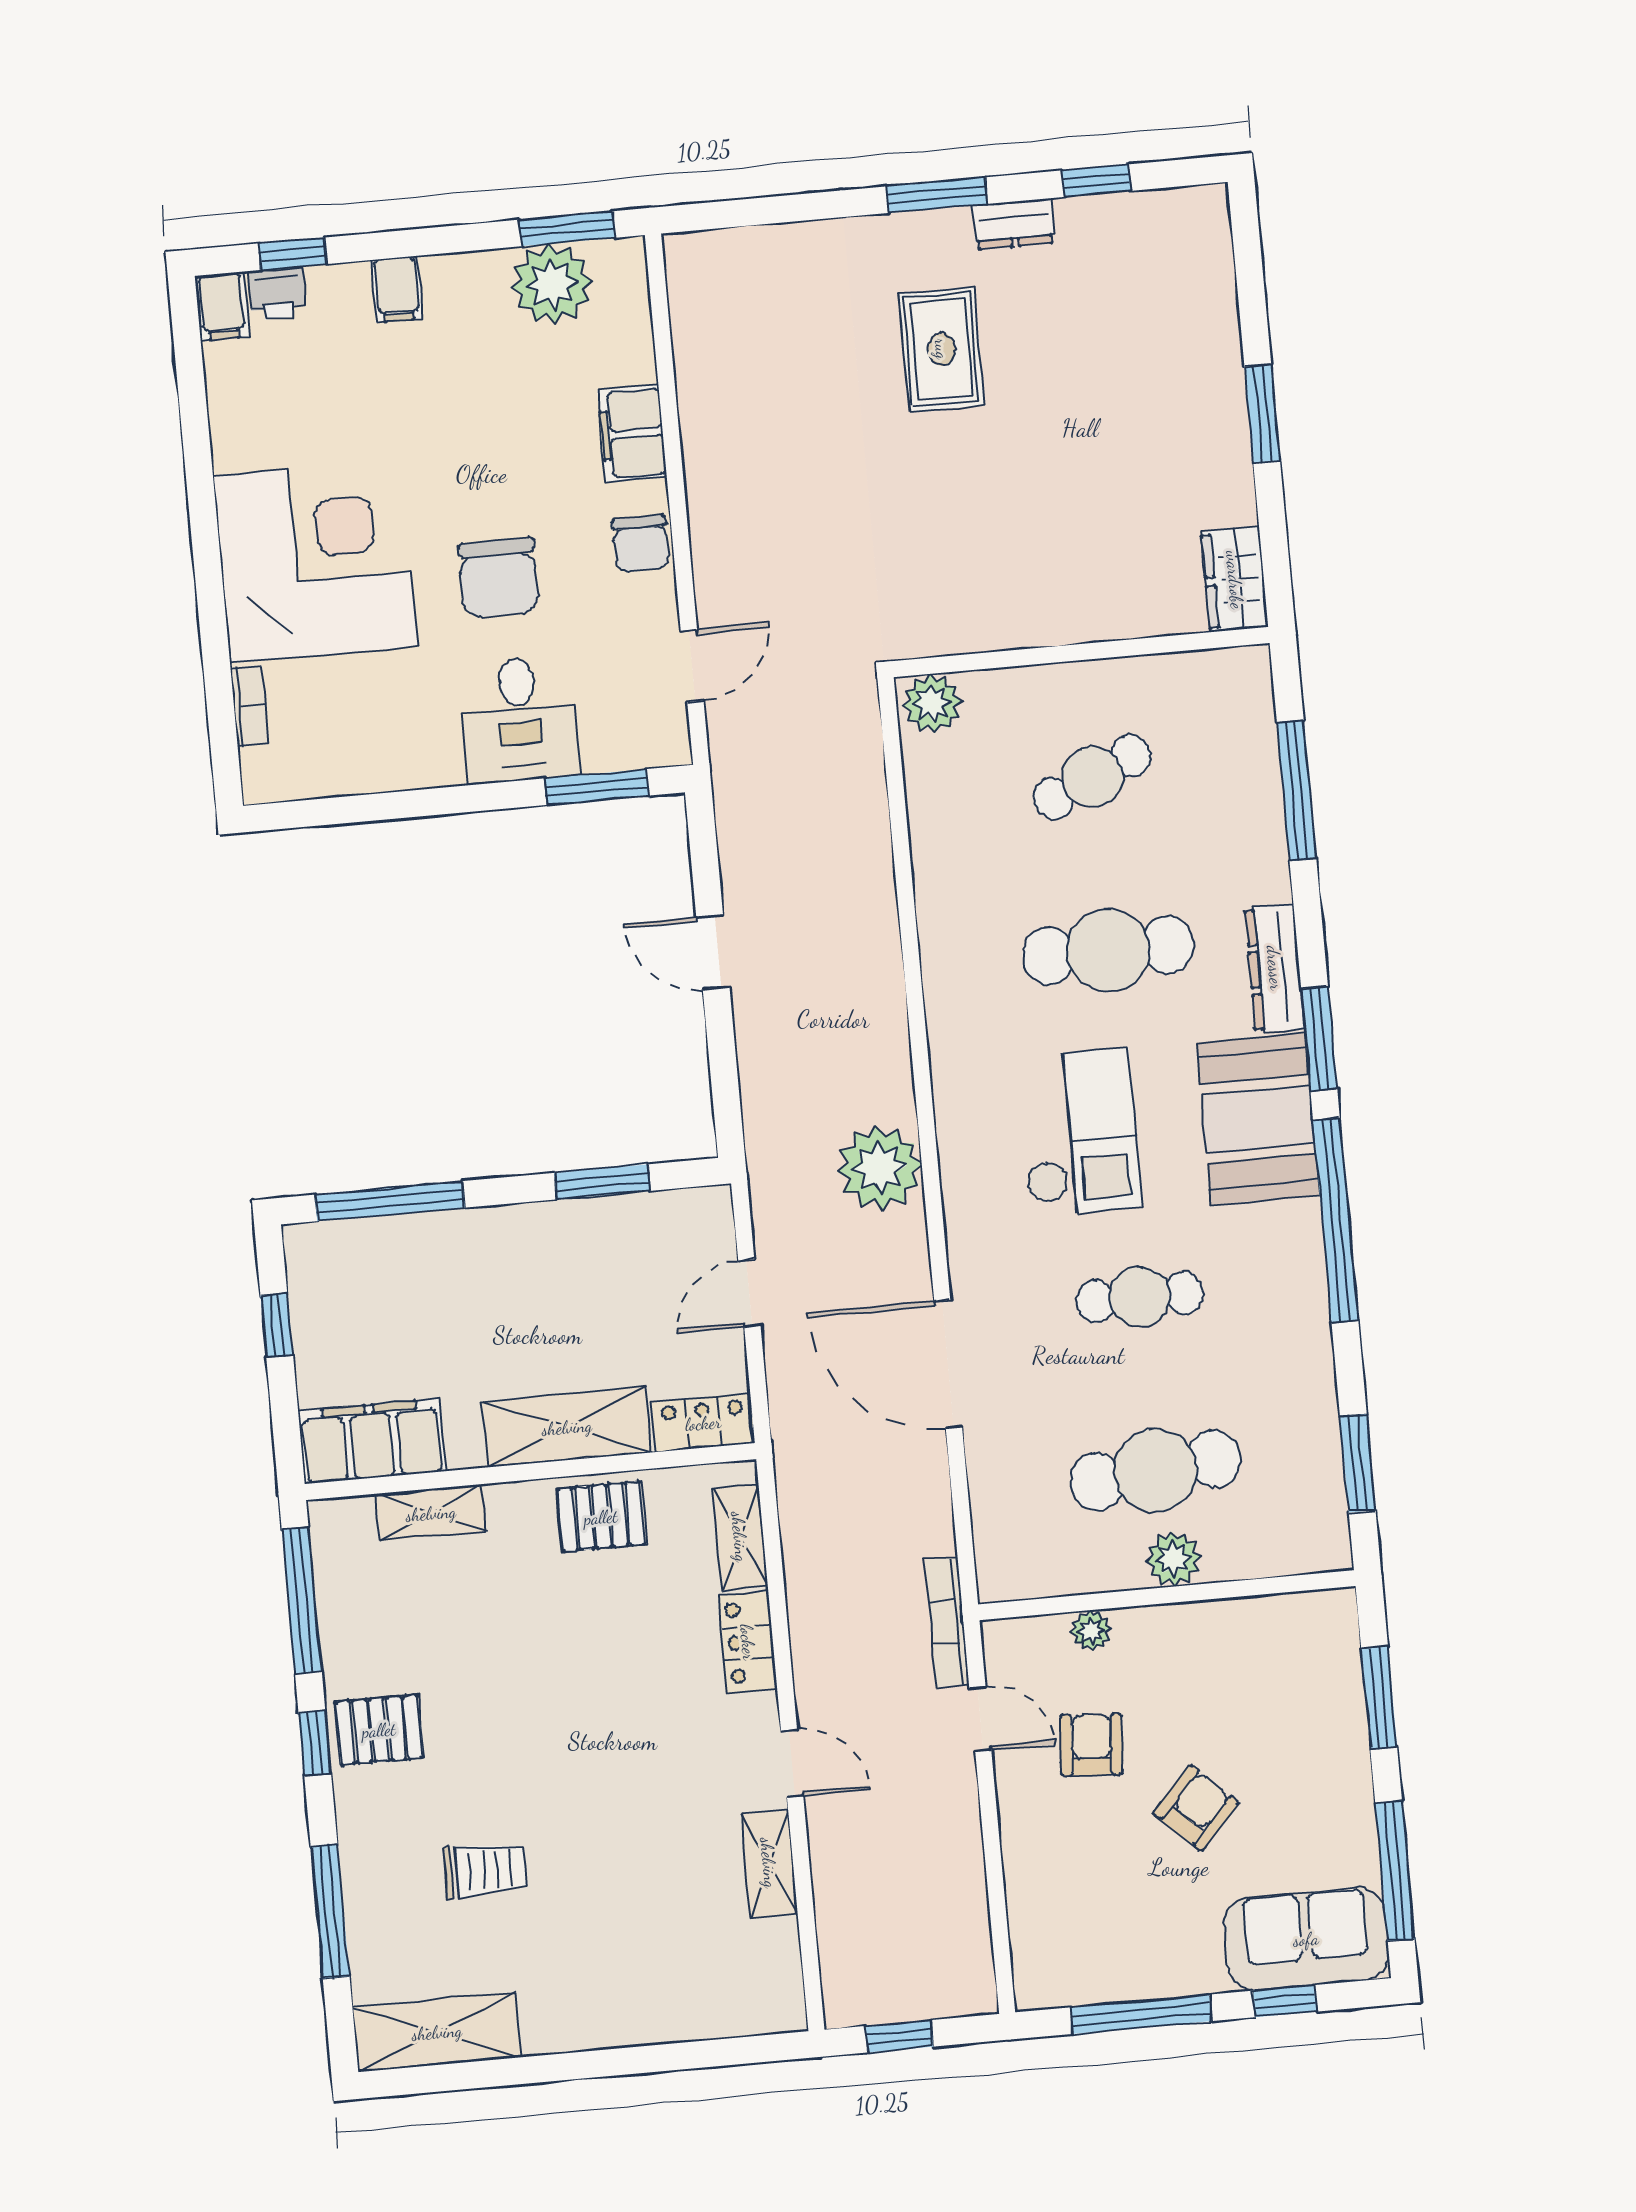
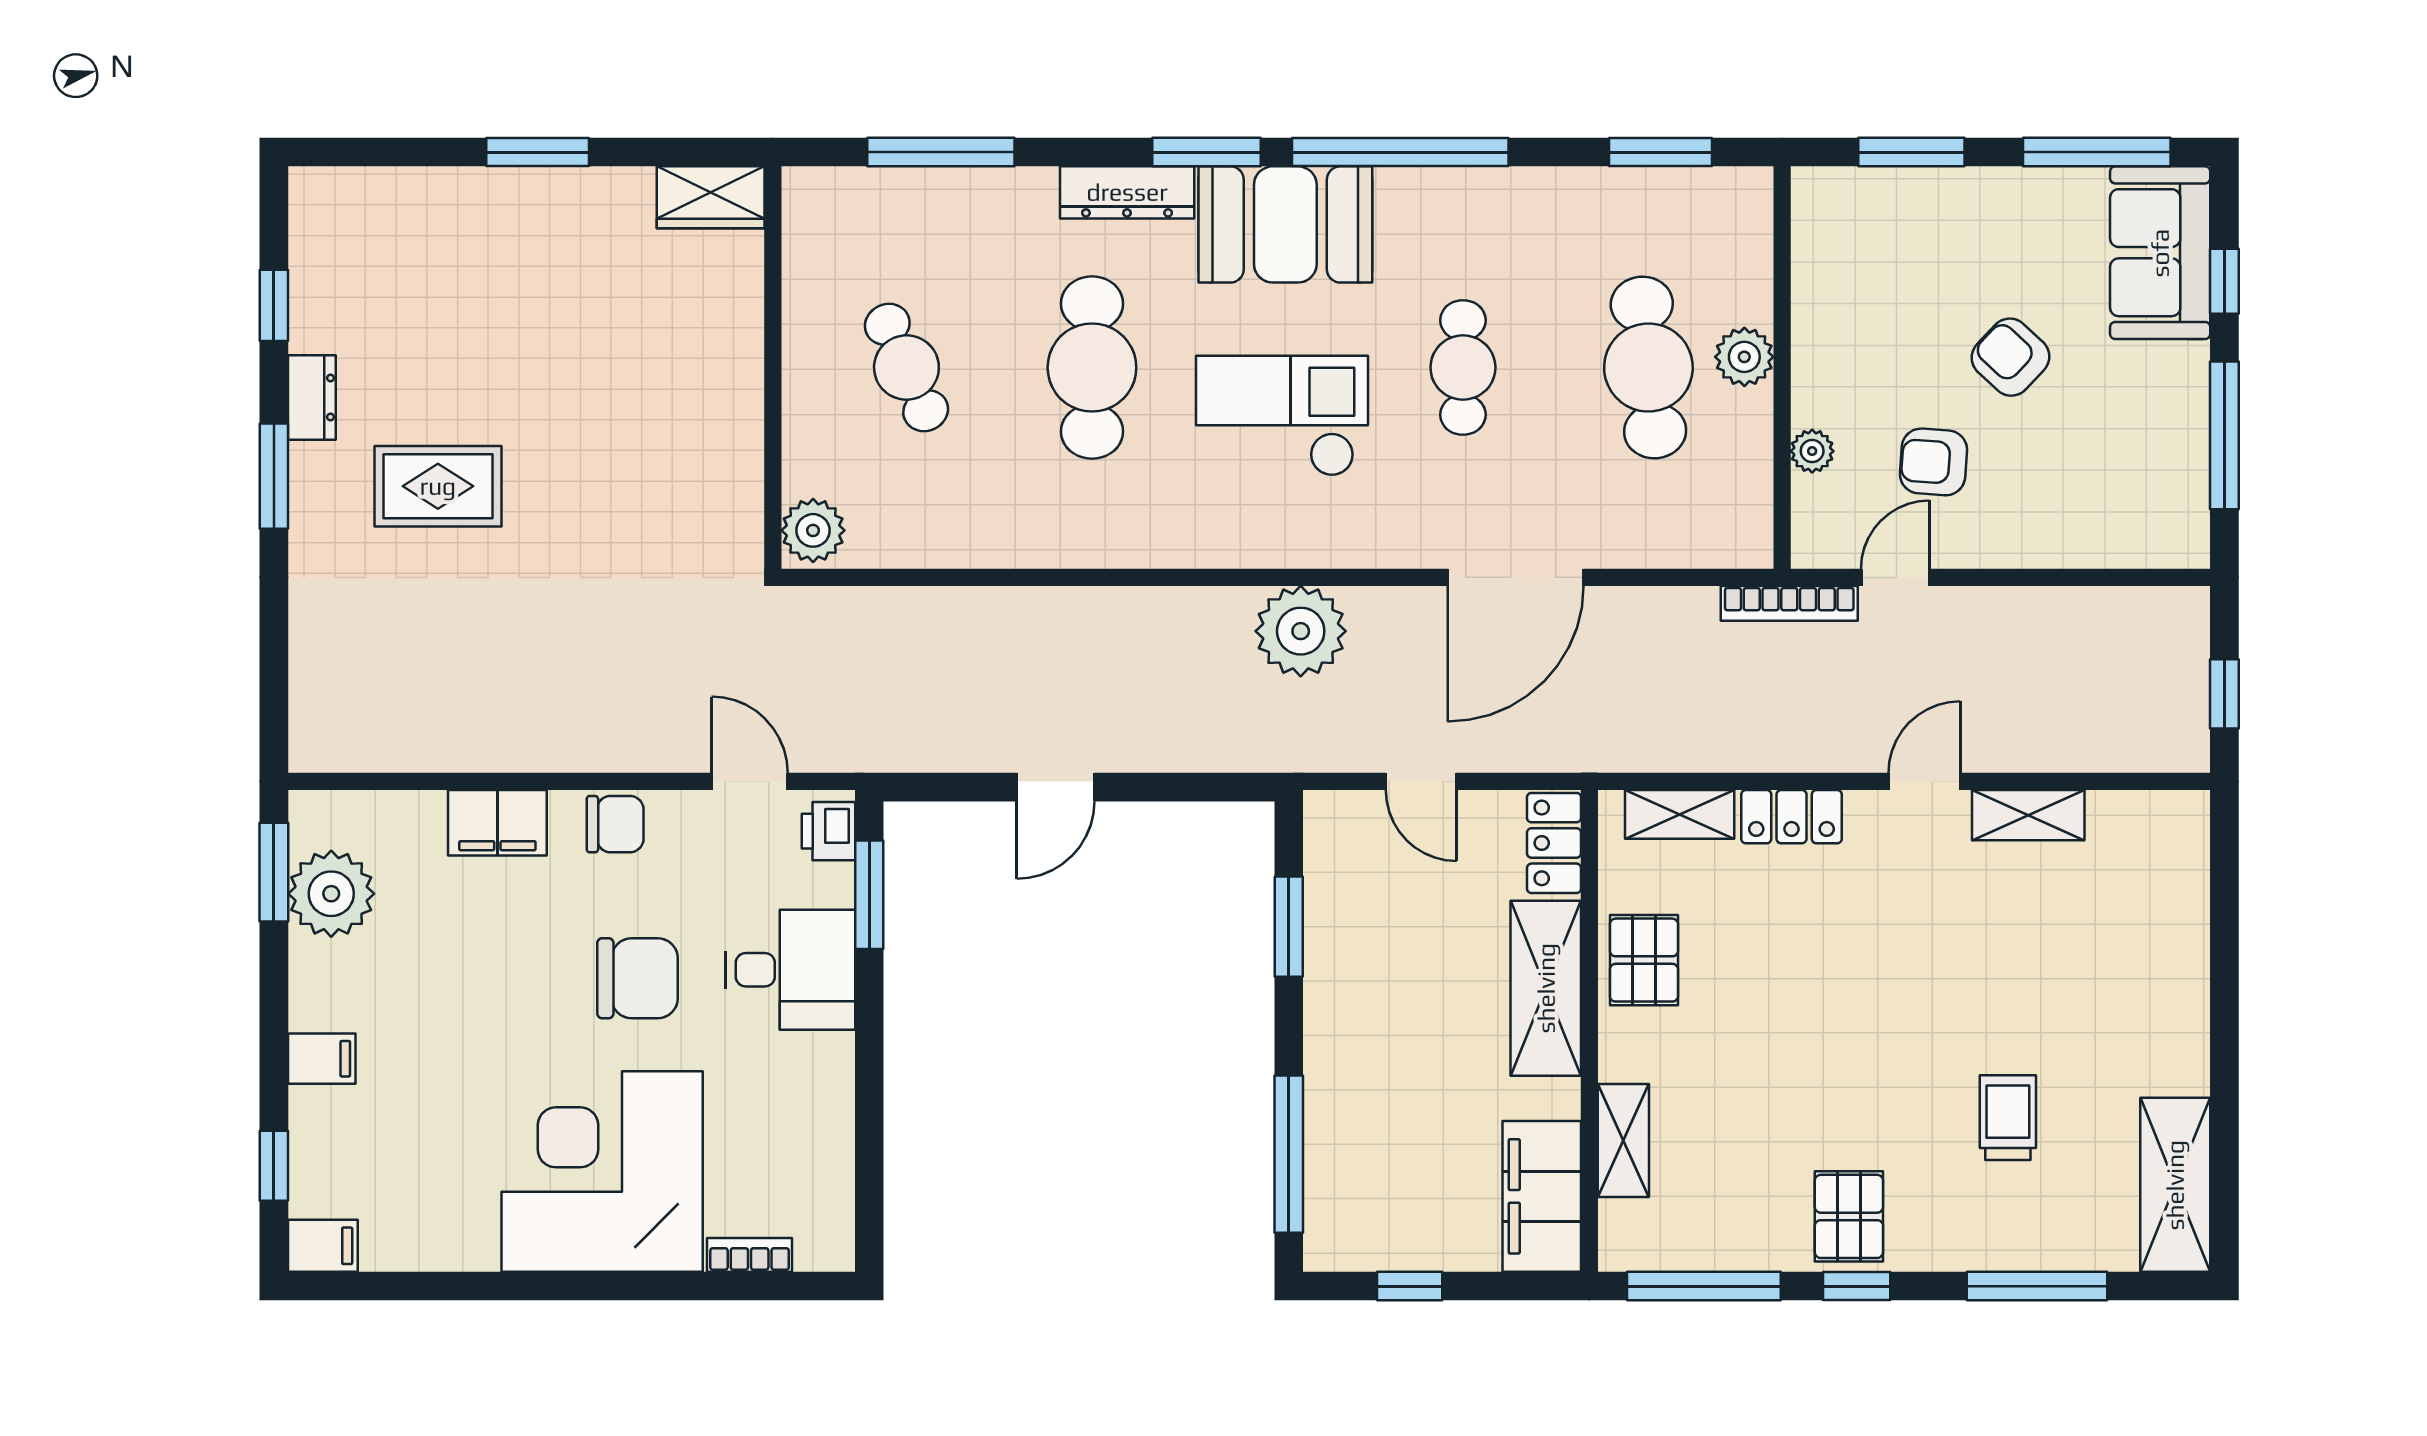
printer: (277, 294) -> (828, 831), moved, turned 180

